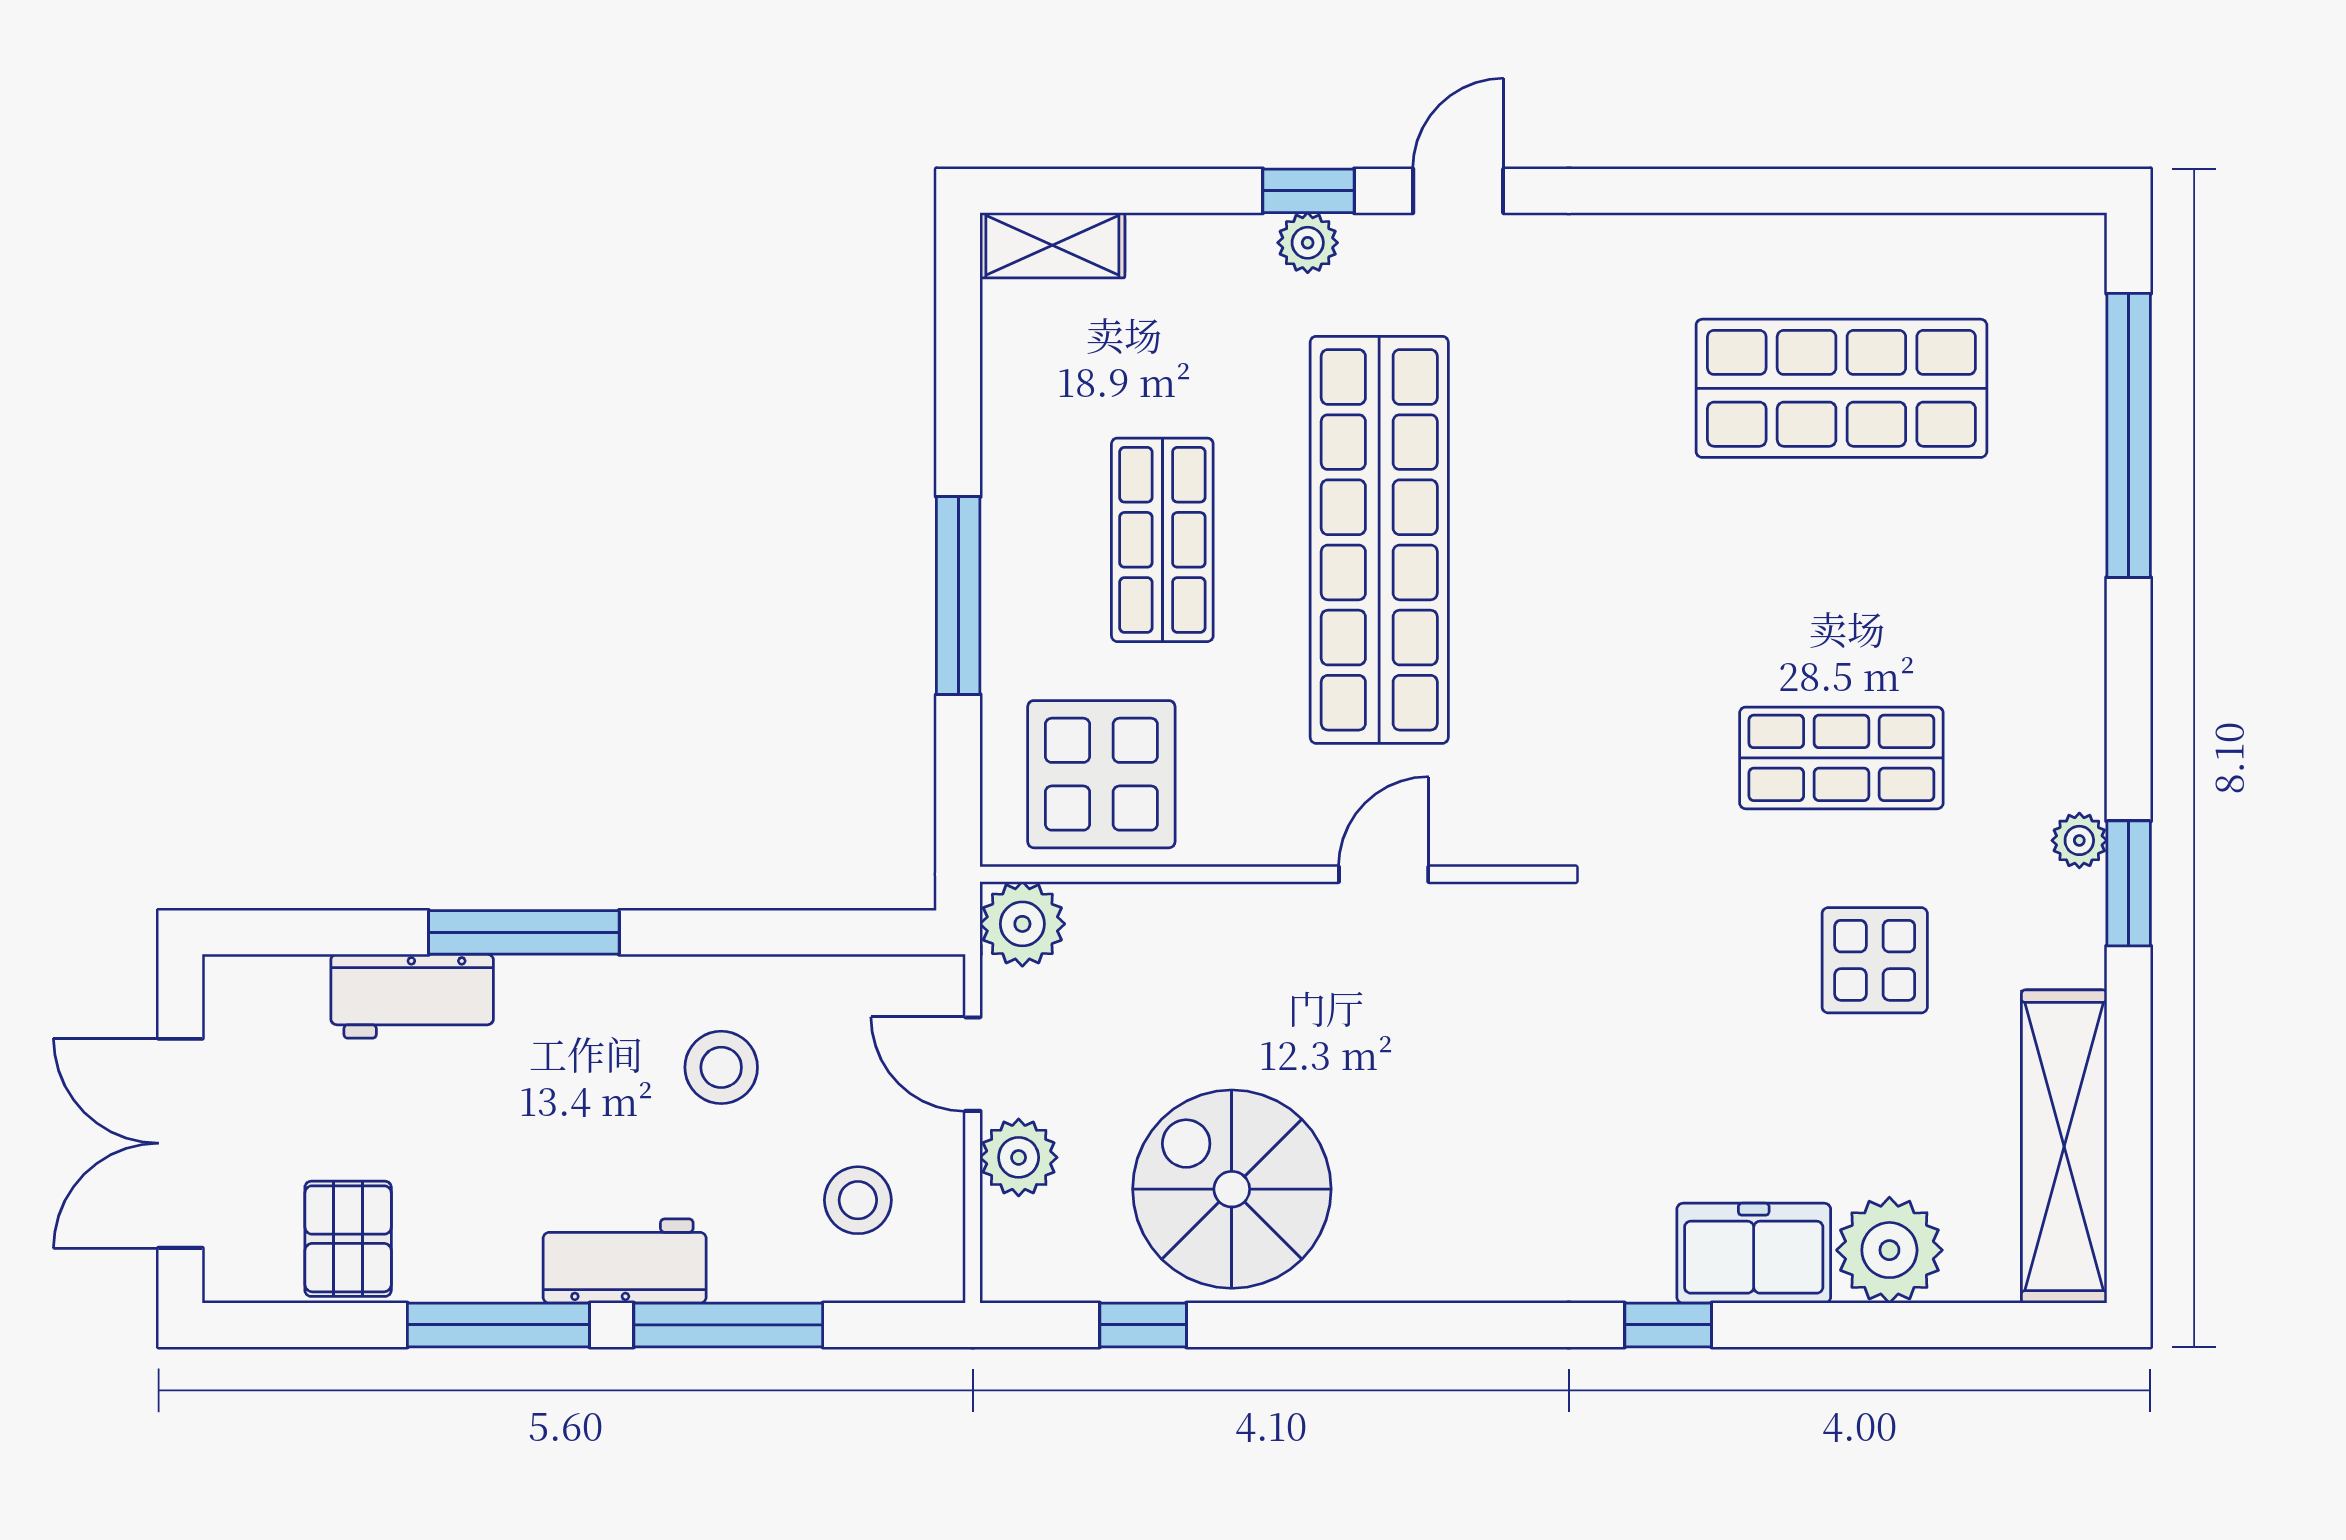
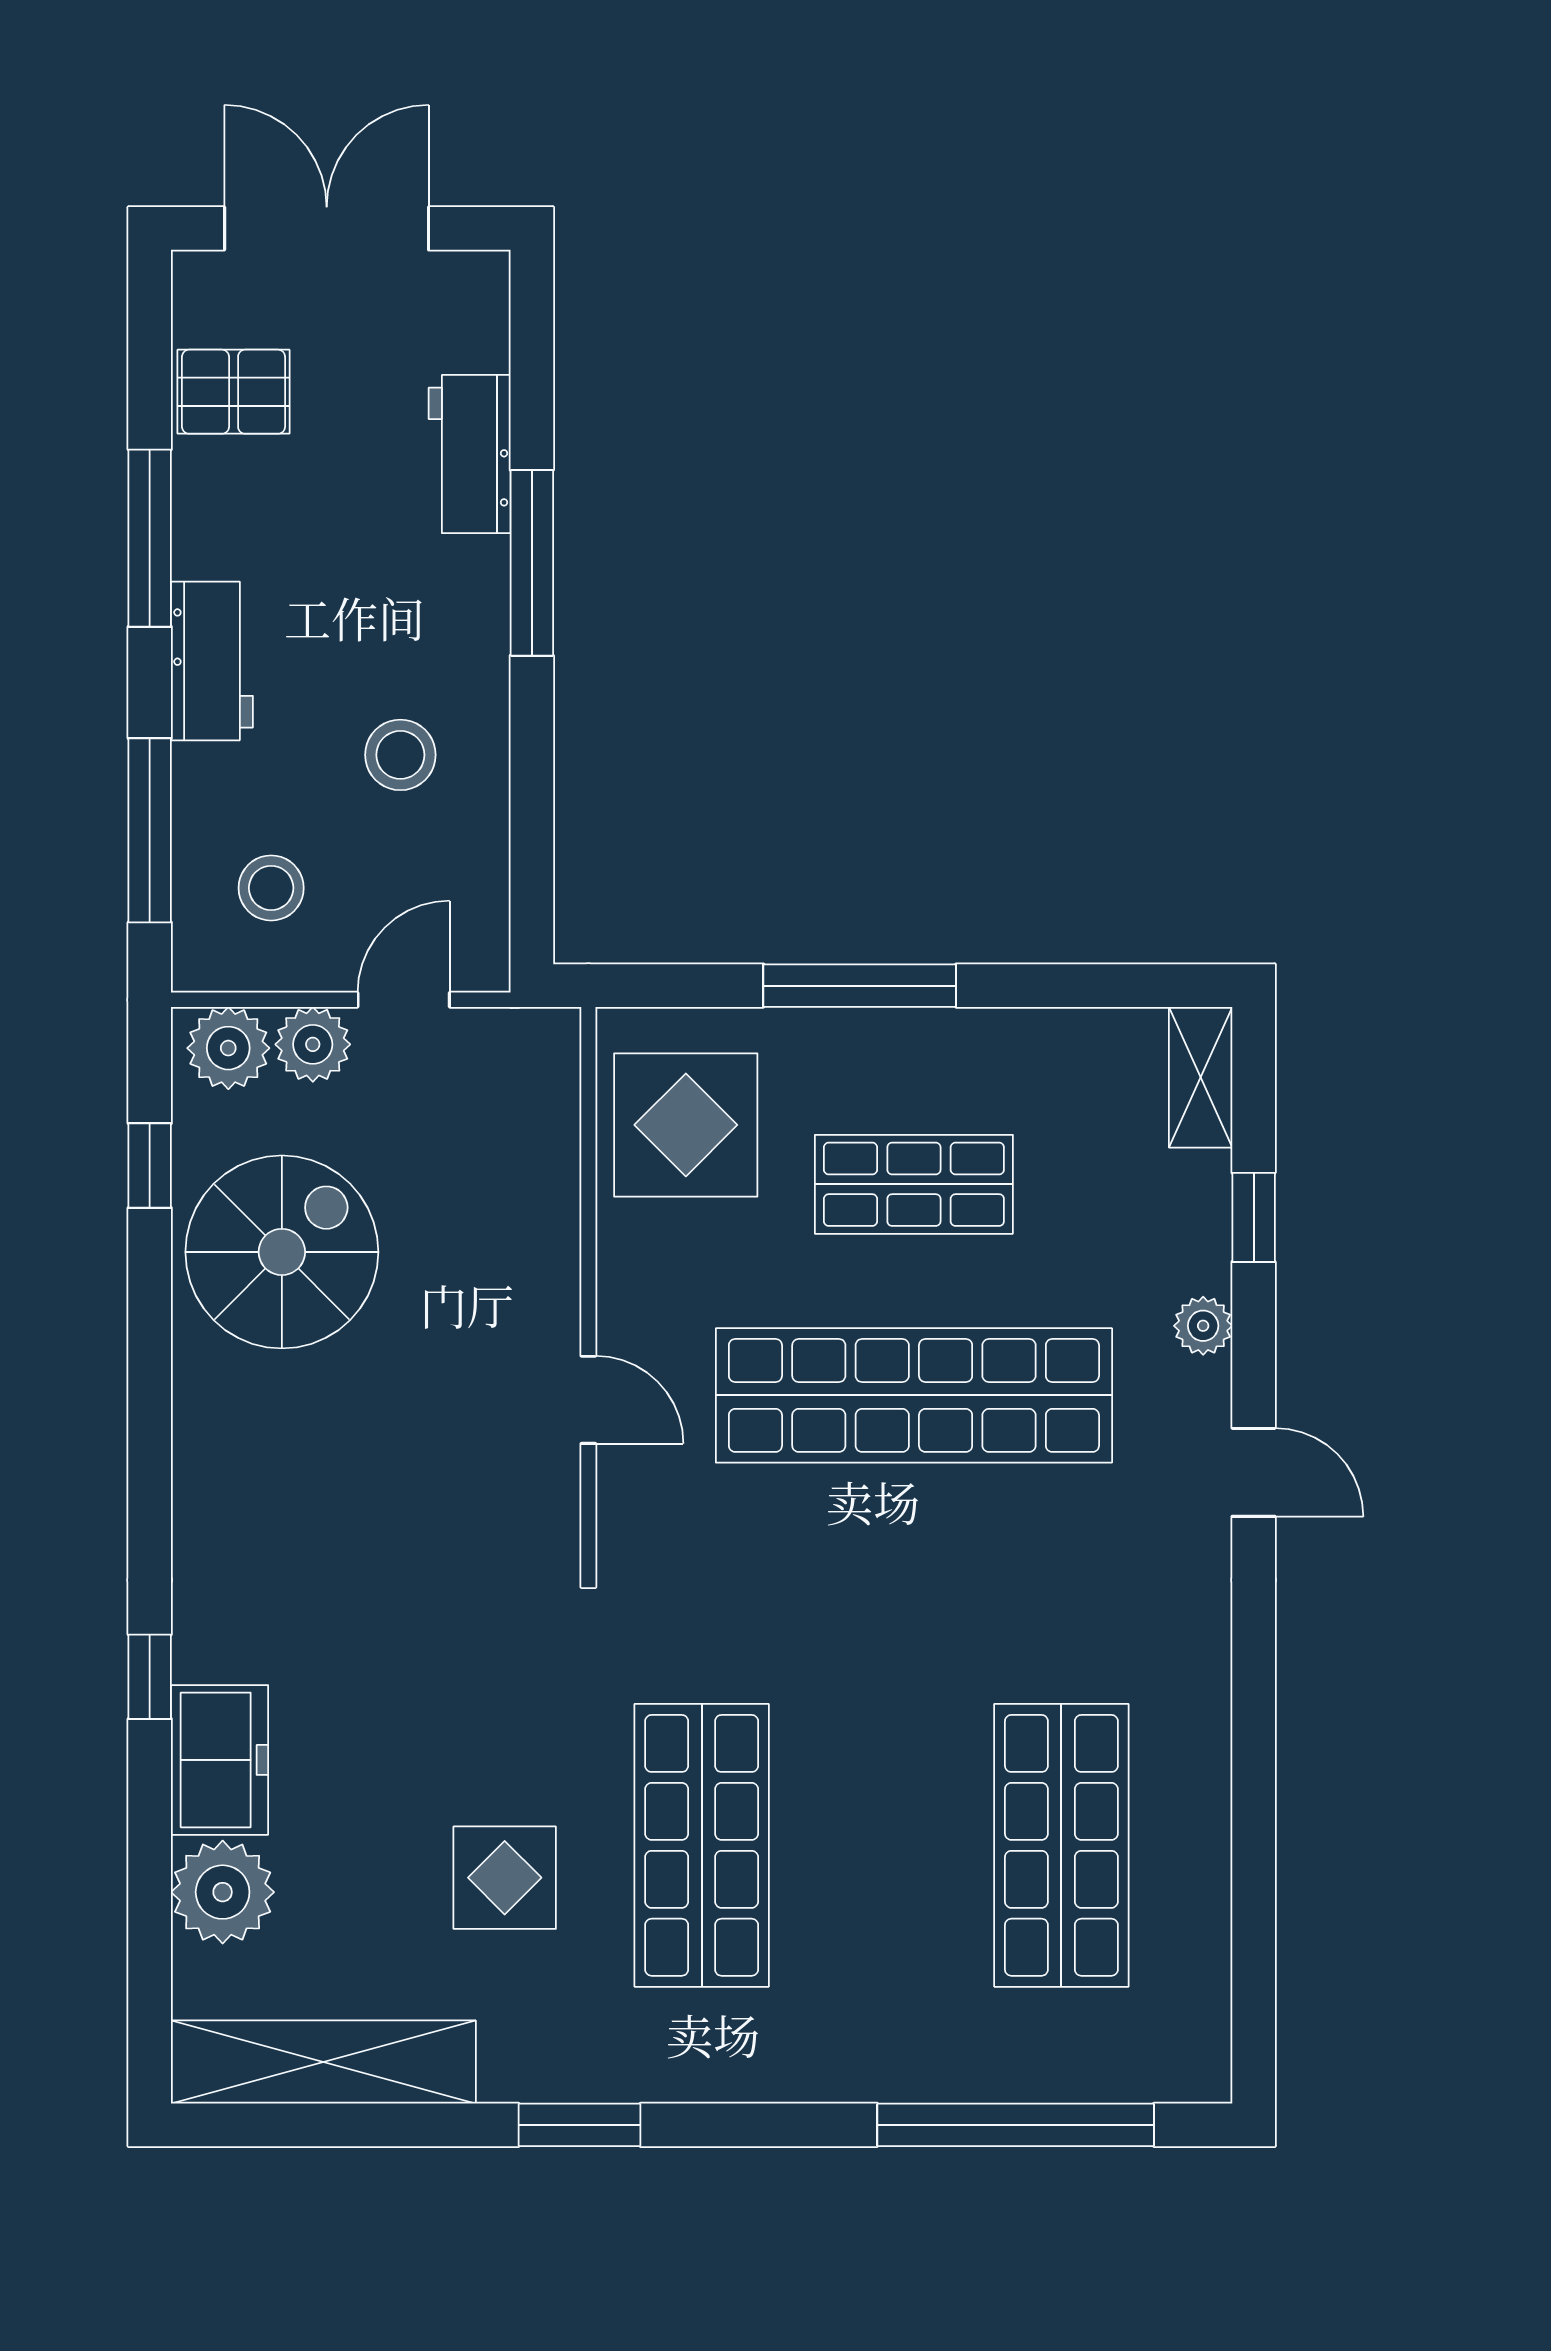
window: (1308, 191) -> (1254, 1217), moved
shop shelf: (1841, 758) -> (702, 1845), width x1.43, depth x1.36
plant: (2079, 840) -> (621, 2077), removed
plant: (1022, 924) -> (228, 1048), moved
window: (728, 1325) -> (150, 830), moved

